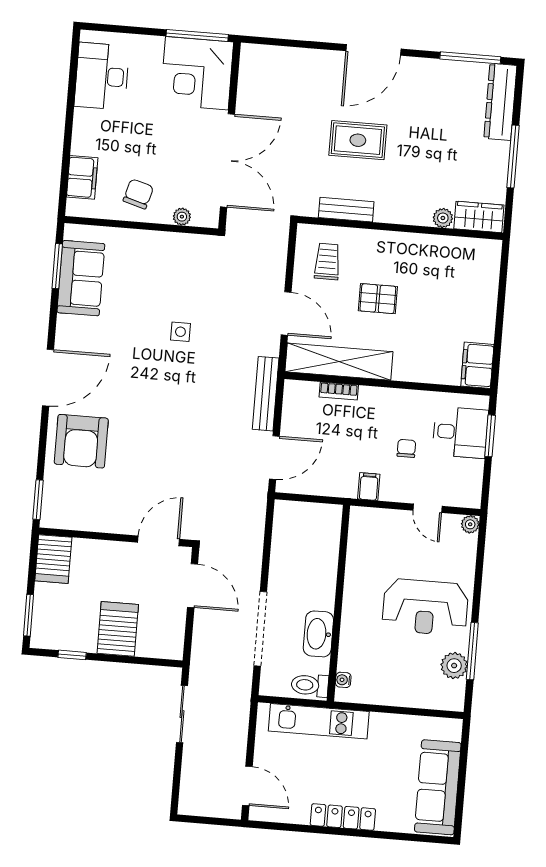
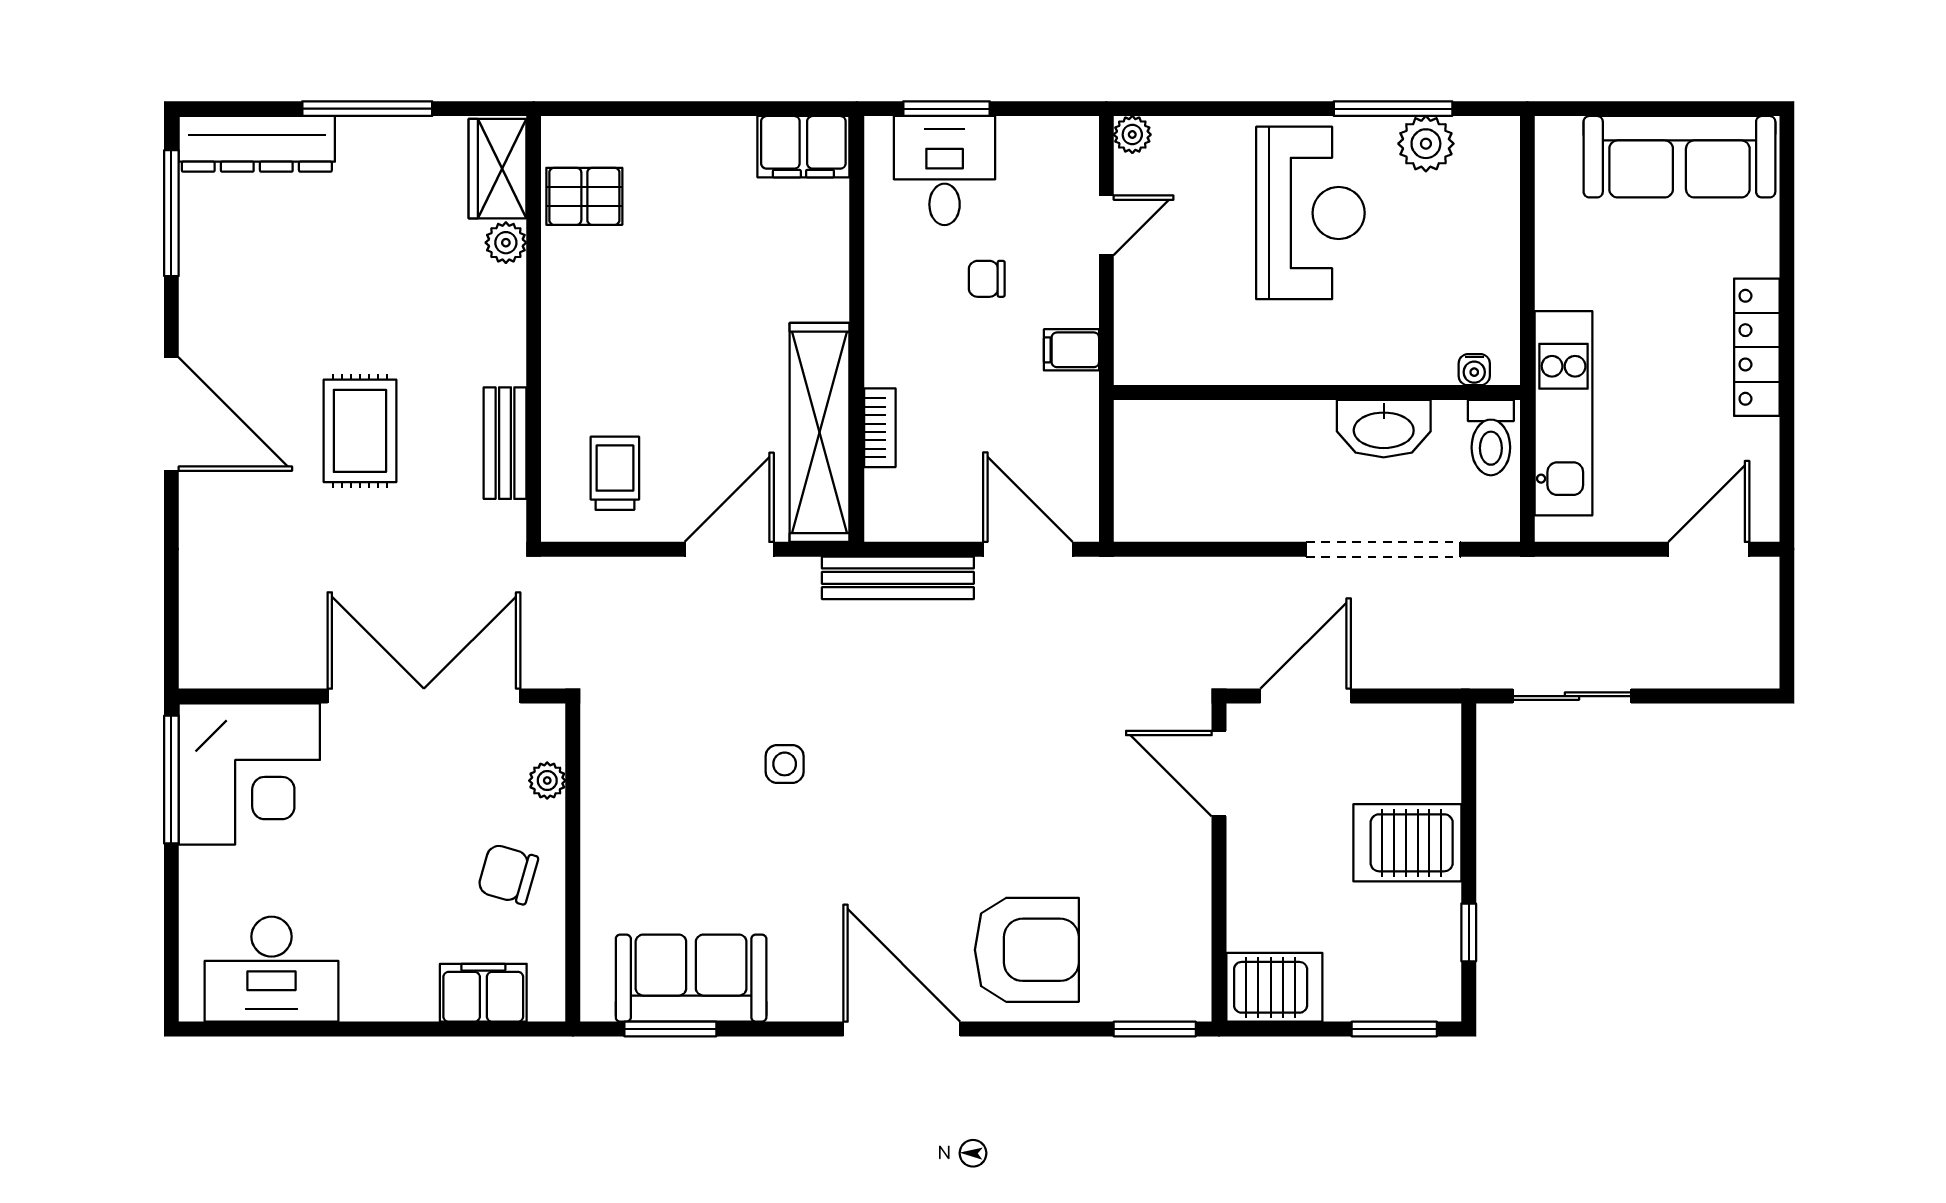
trolley: (327, 261) -> (615, 473), turned 90
pallet: (378, 299) -> (584, 196), moved, turned 90

